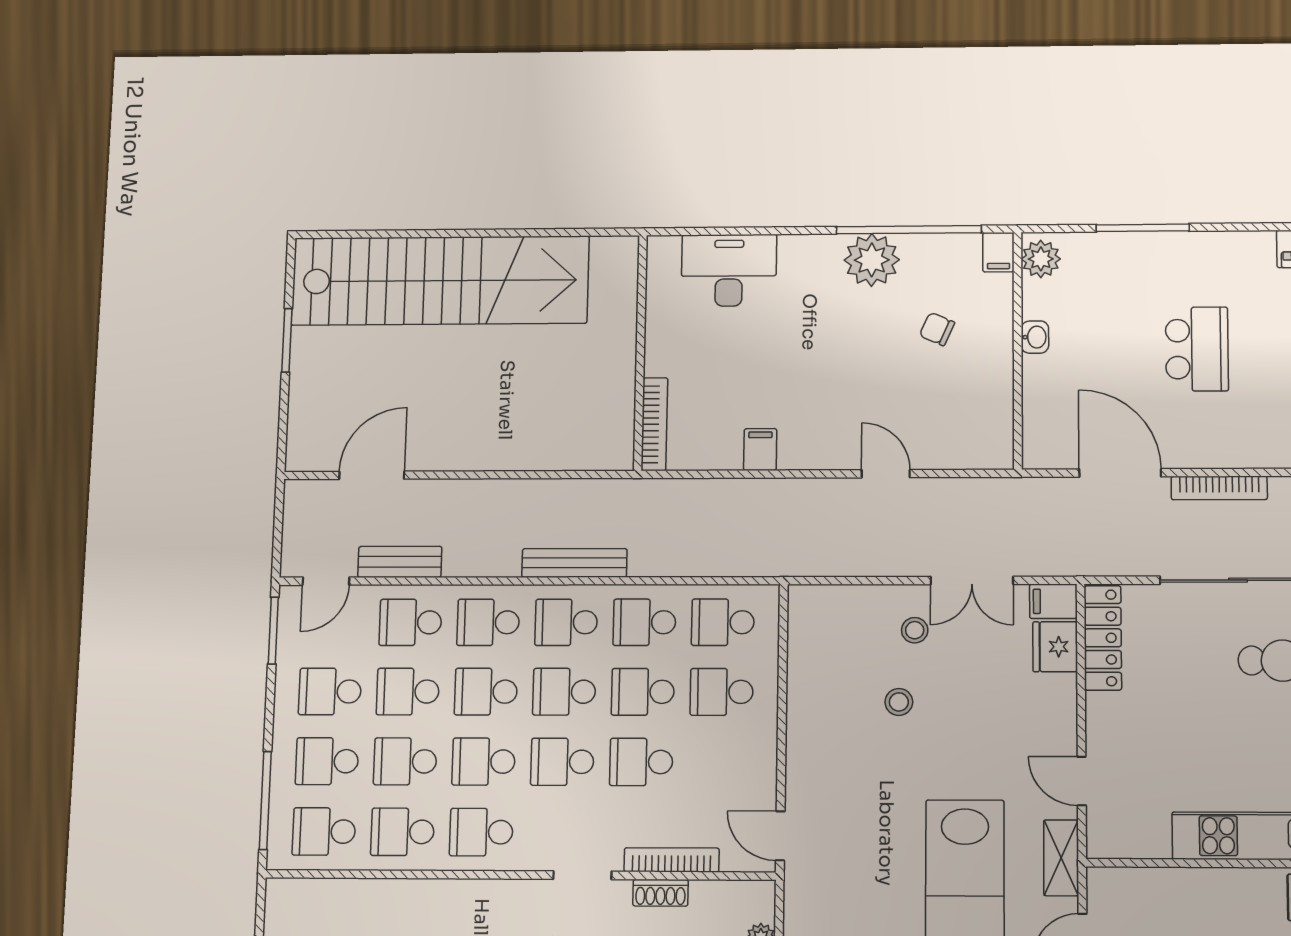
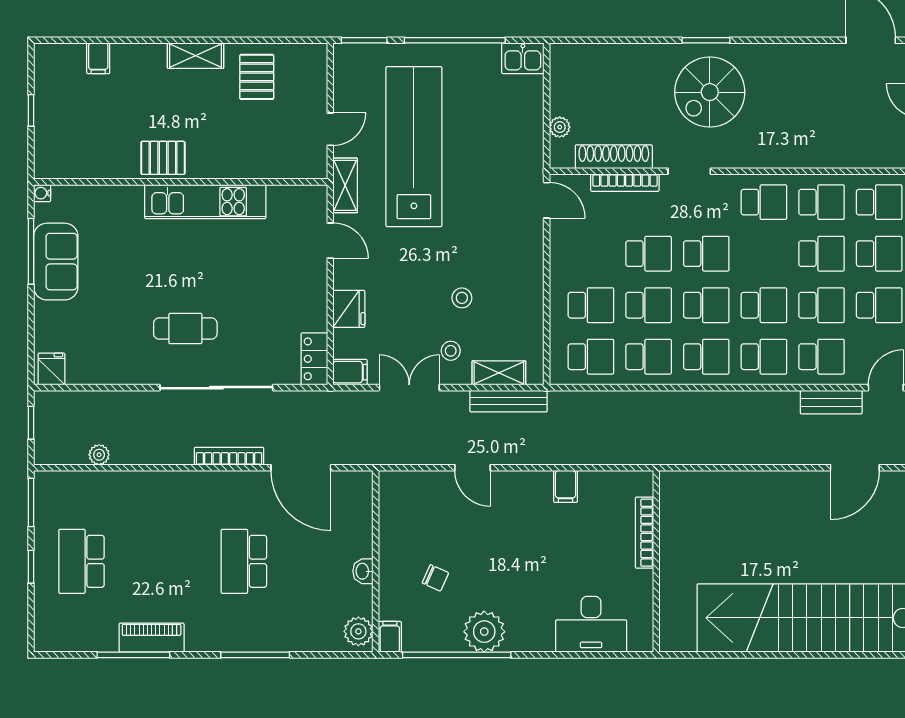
window: (1143, 228) -> (255, 655), moved
bookcase: (654, 424) -> (644, 533), moved
bench: (574, 563) -> (509, 401), moved
shelving: (849, 600) -> (499, 373), added
locker: (1103, 638) -> (314, 359), width x0.66
fridge: (1055, 647) -> (349, 309), moved
school desk: (484, 762) -> (764, 254), removed
shoe rack: (660, 893) -> (614, 157), width x1.94, depth x1.24

